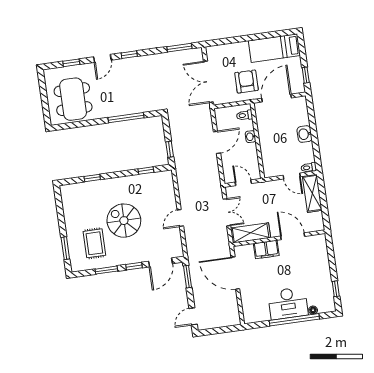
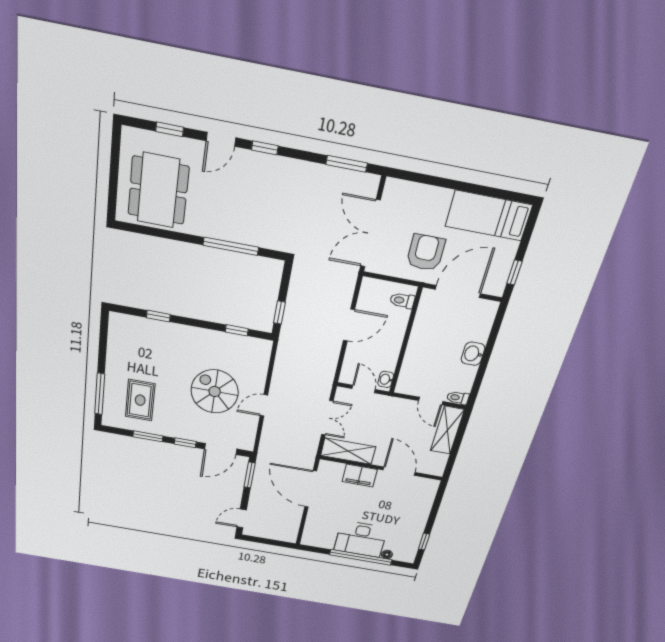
washbasin: (250, 137) -> (386, 379), moved
spiral stairs: (124, 221) -> (215, 391), moved
window: (65, 248) -> (100, 394), width x1.44

